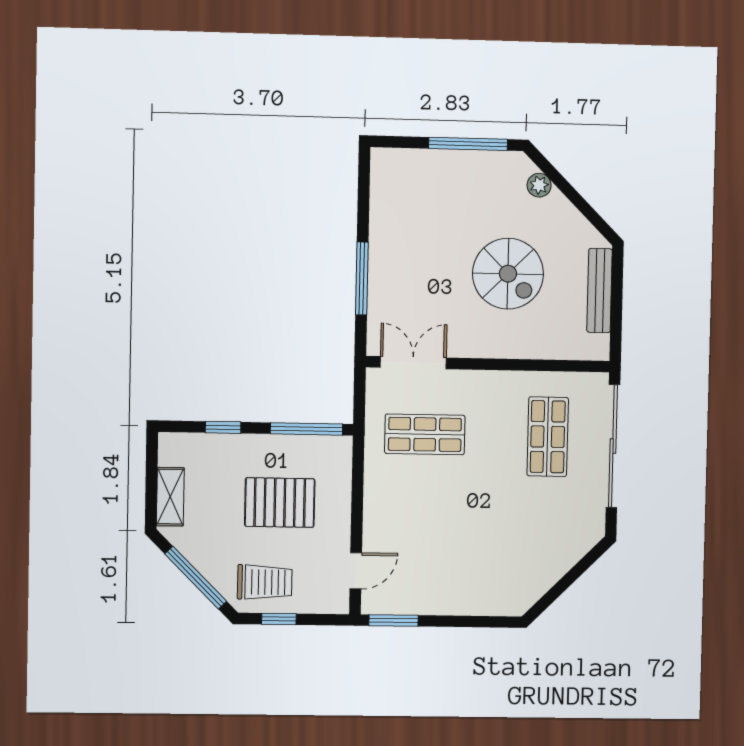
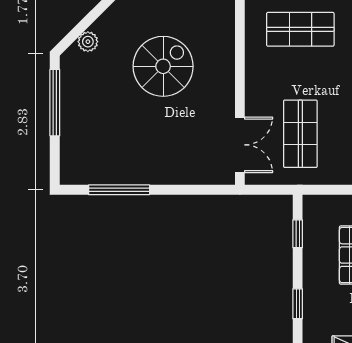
window: (362, 278) -> (119, 190), moved
double door: (413, 363) -> (240, 145), swing flipped
window: (306, 429) -> (298, 234), width x0.46

